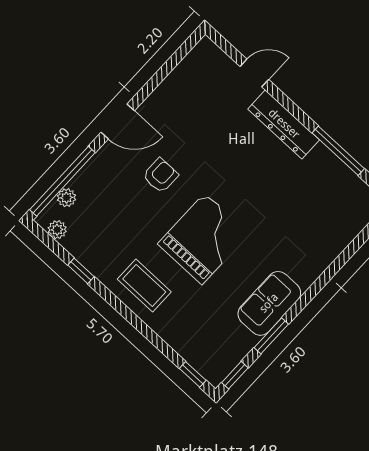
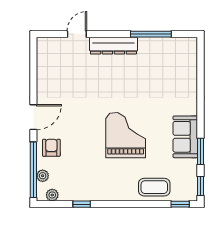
armchair: (160, 176) -> (51, 148), moved
coffee table: (144, 285) -> (154, 187), moved

